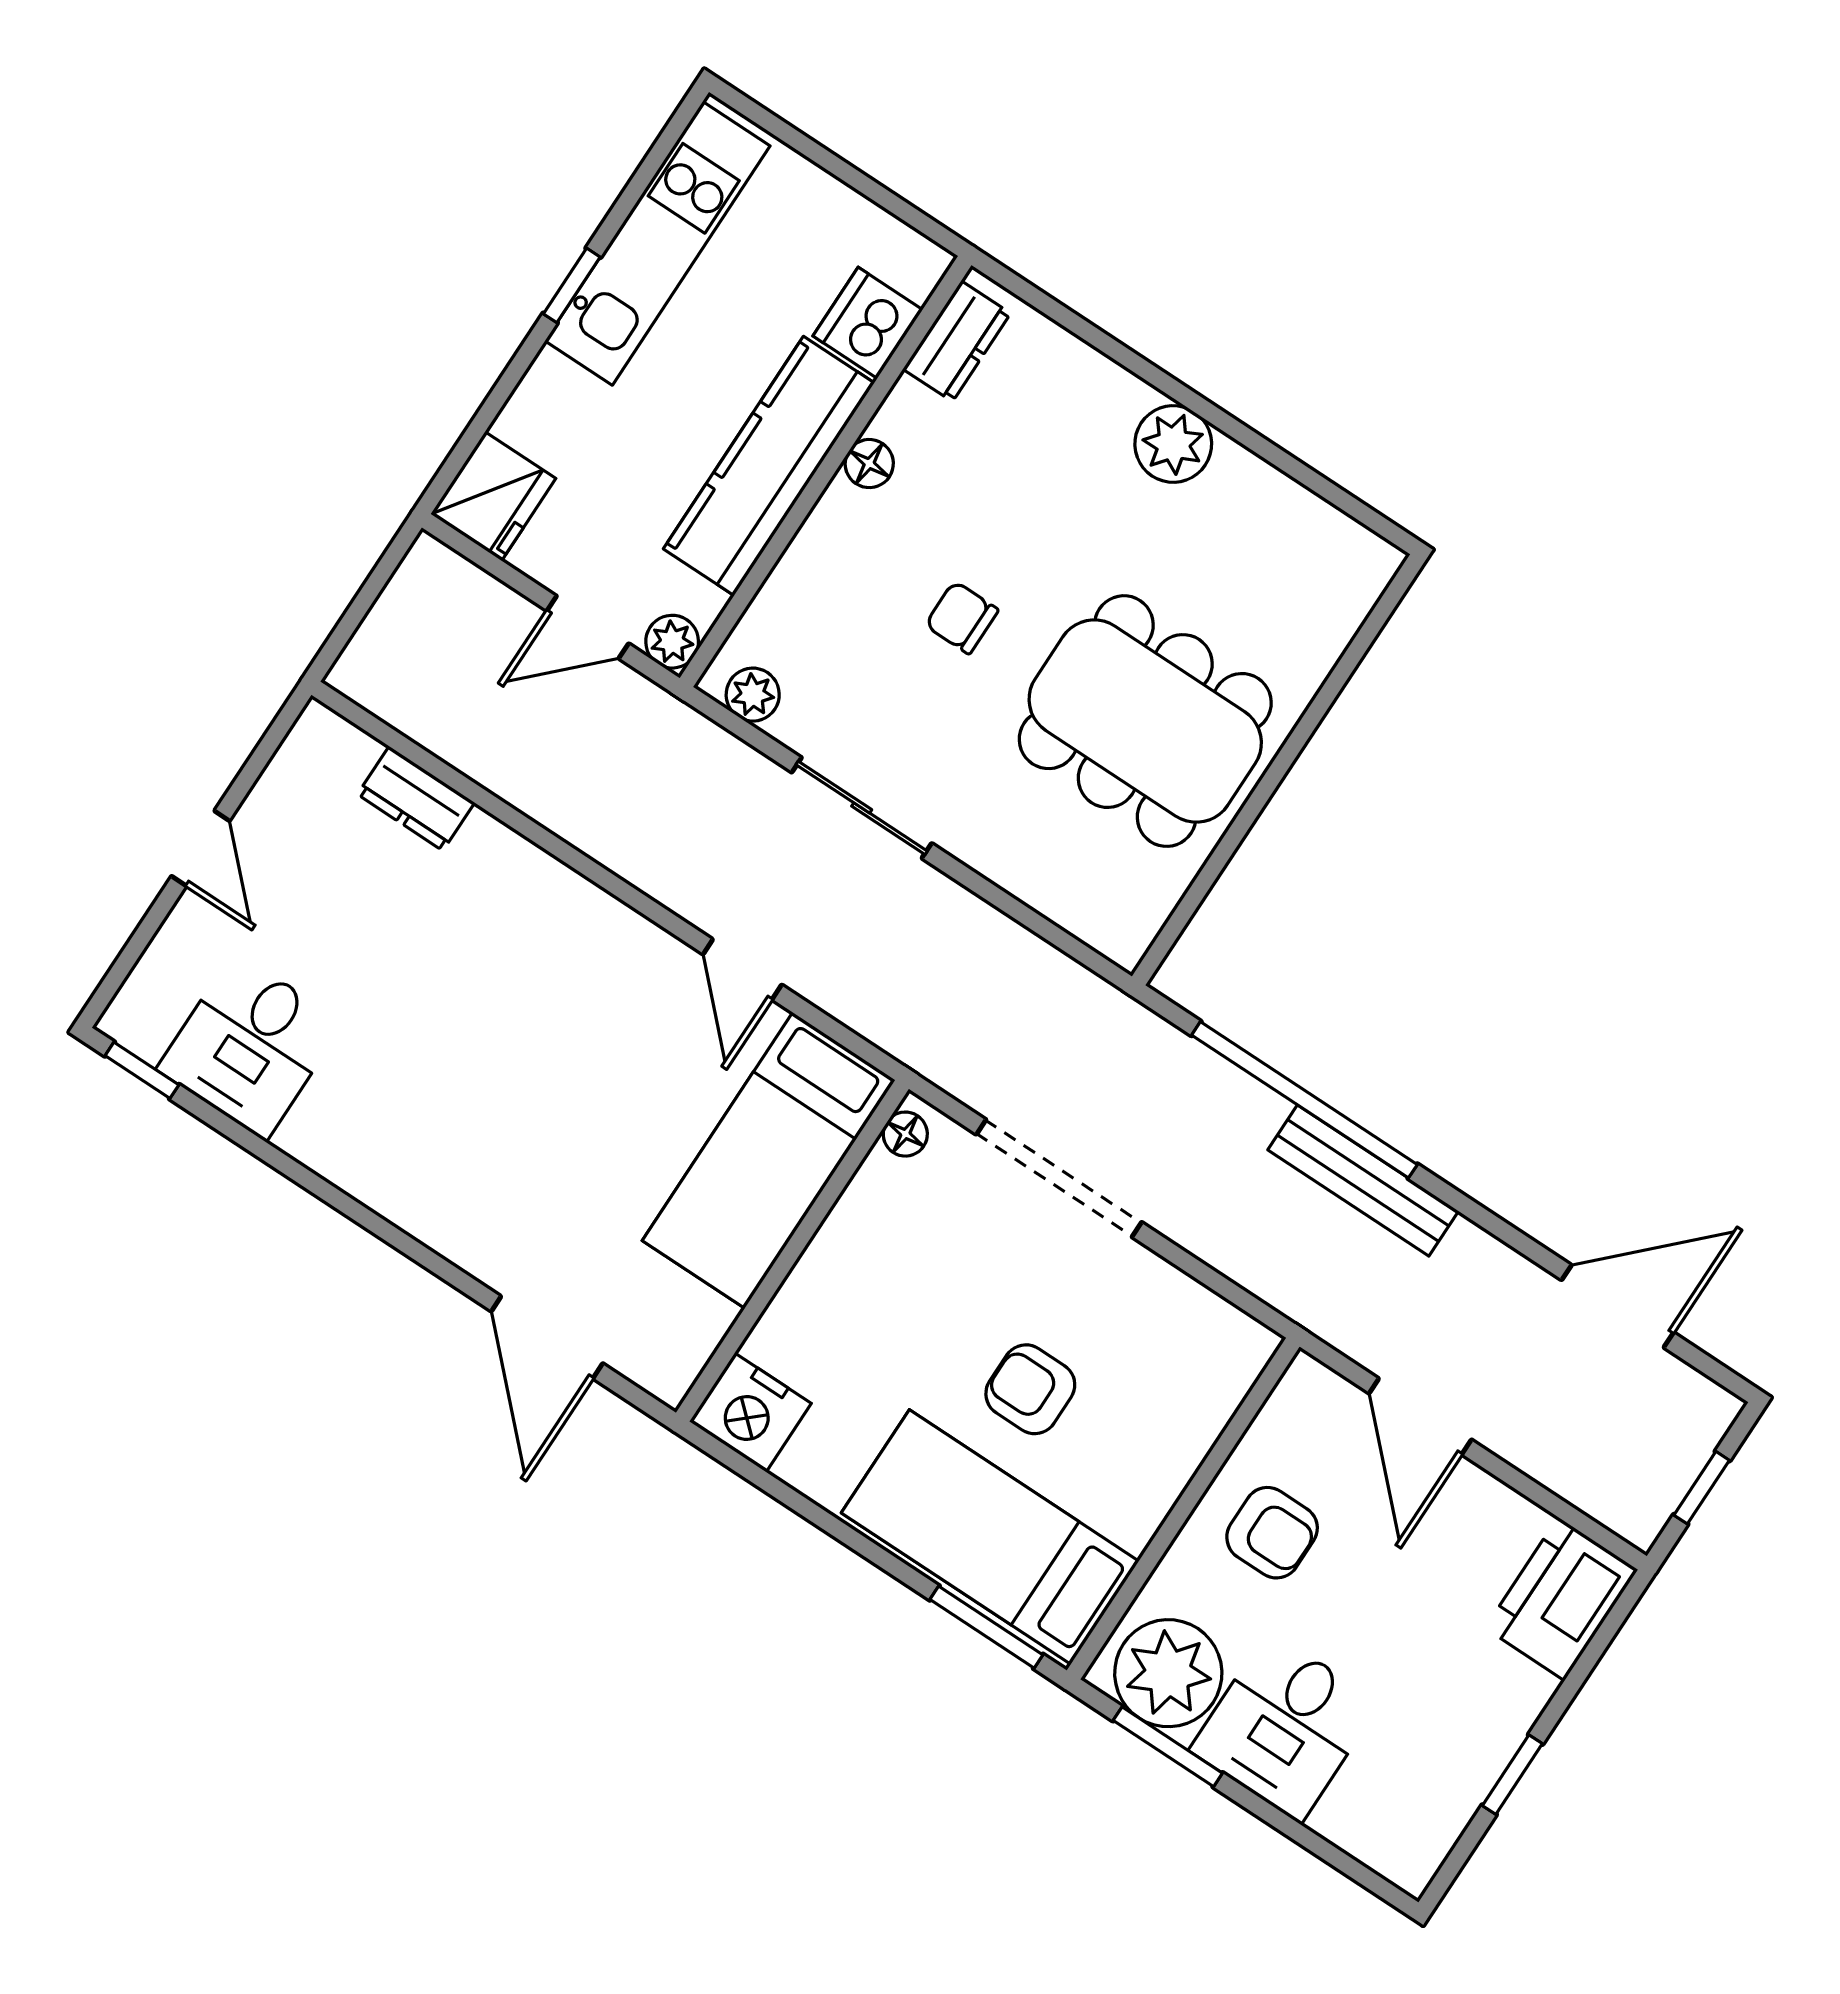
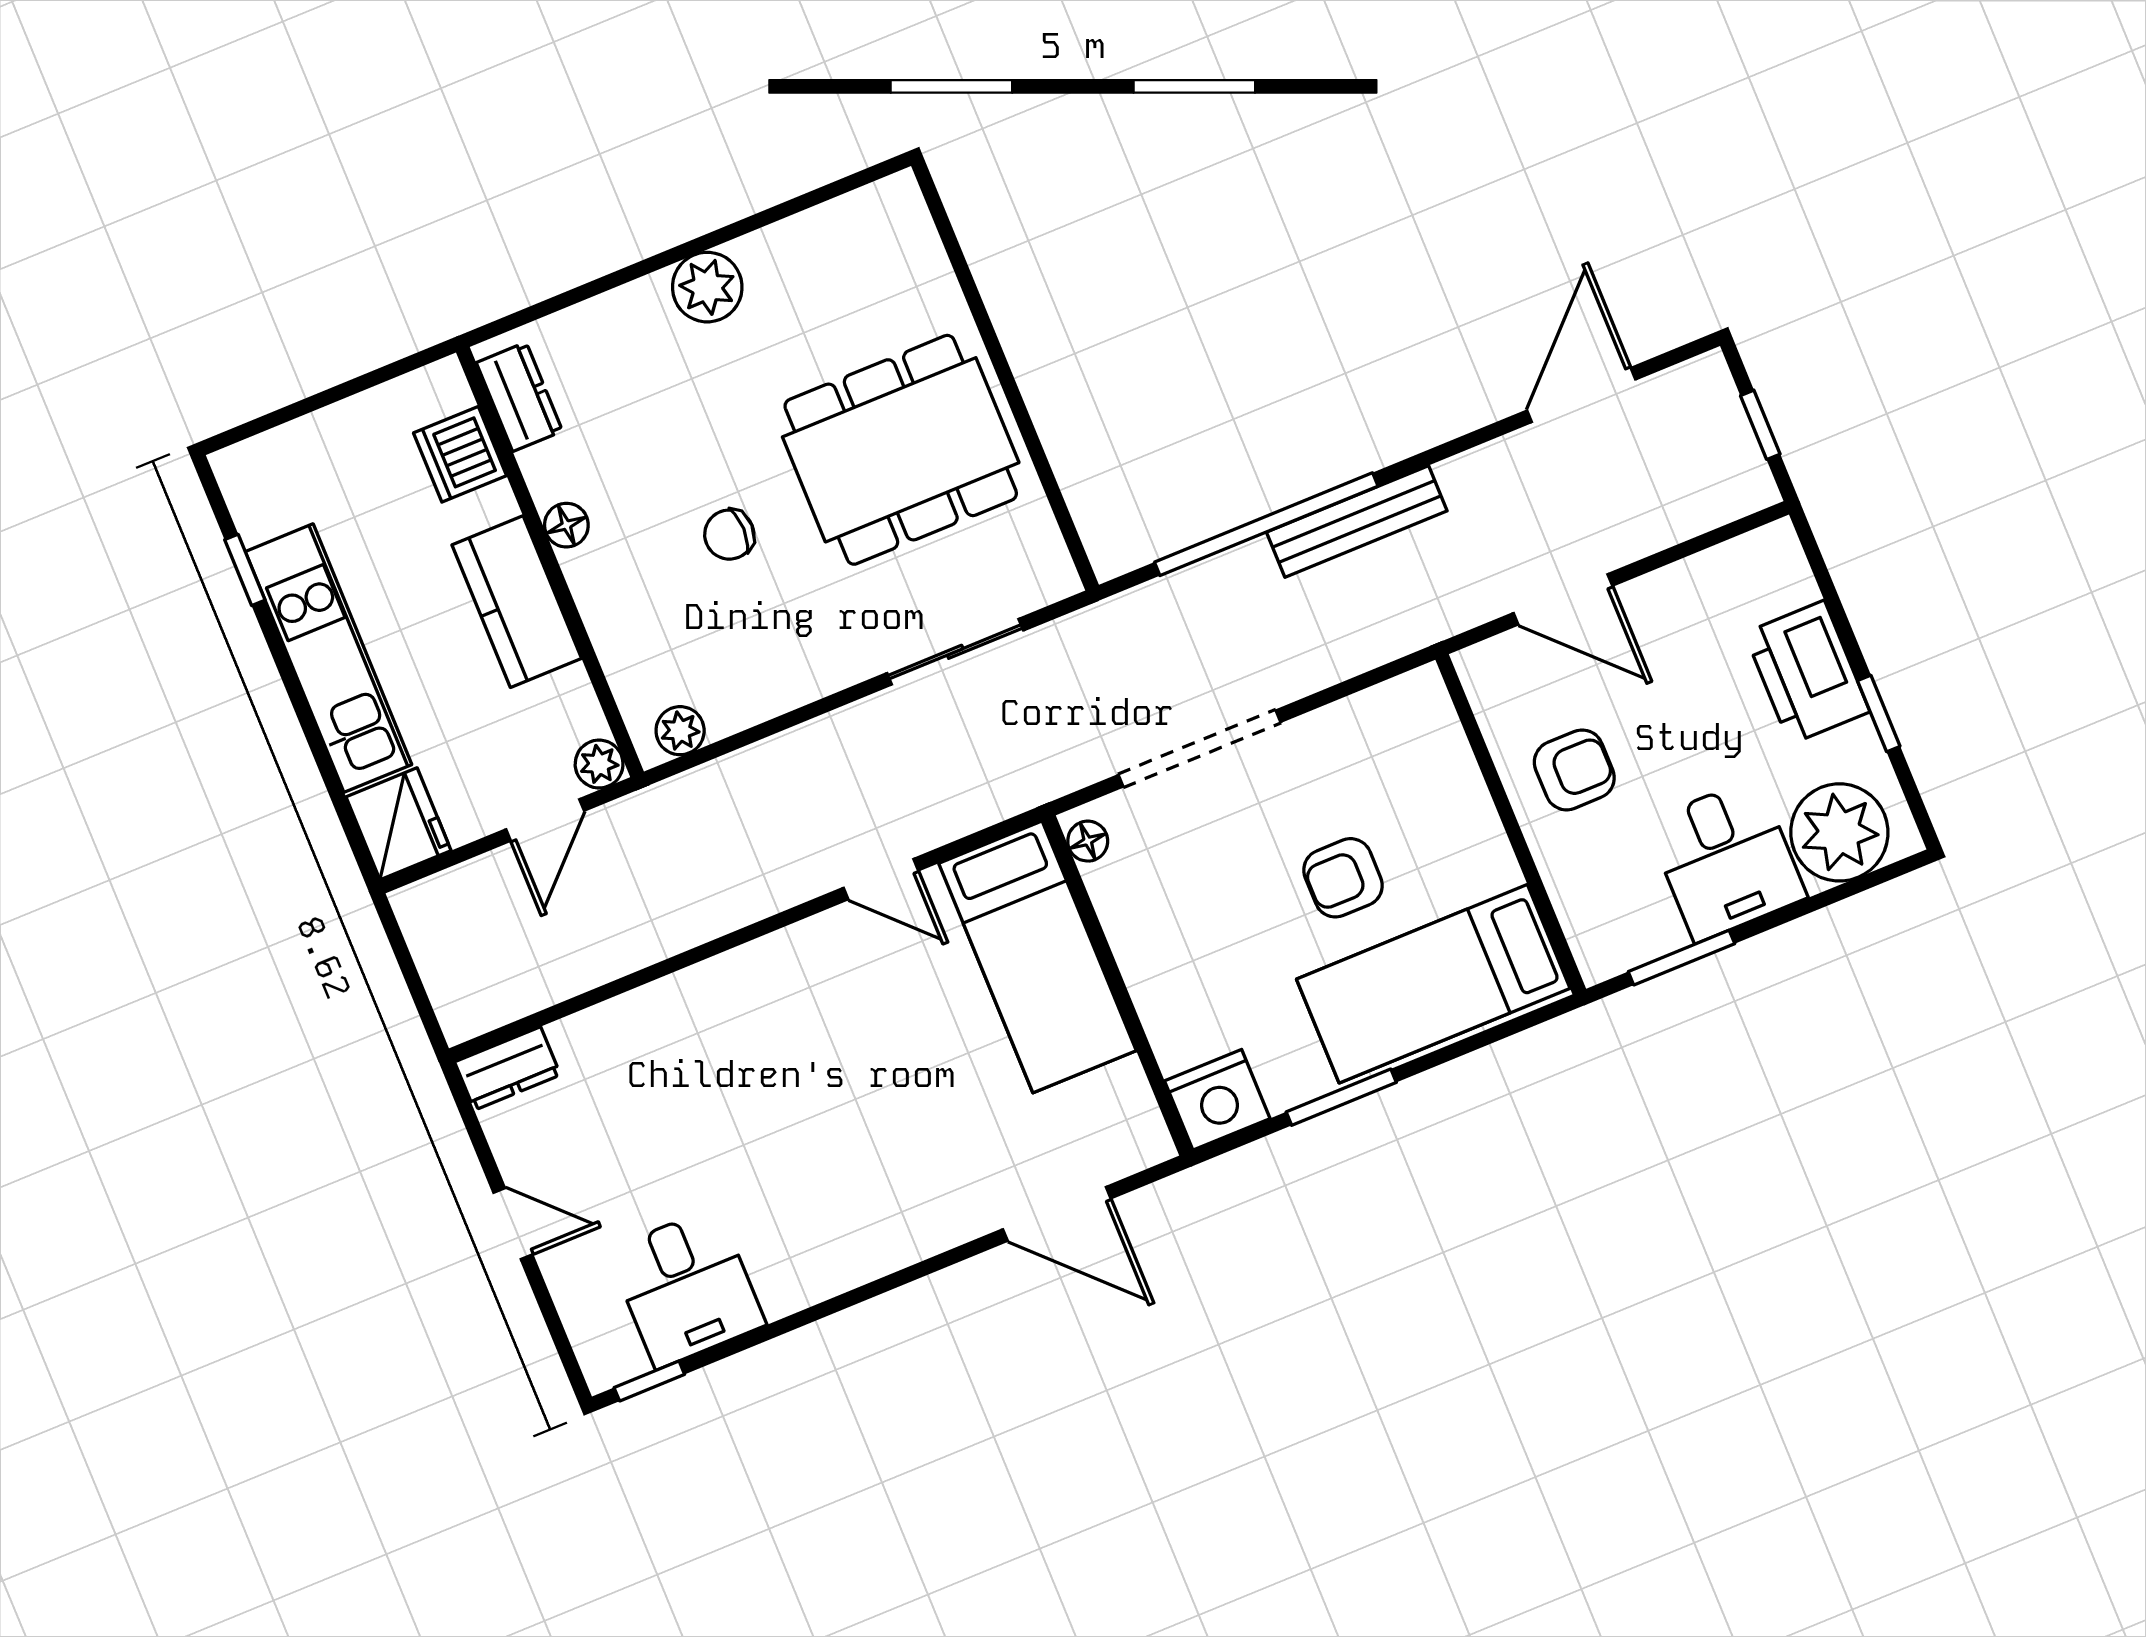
kitchen unit: (657, 243) -> (329, 658), moved
window: (572, 285) -> (245, 570), moved
kitchen counter: (769, 466) -> (517, 602), width x0.67
dresser: (416, 799) -> (508, 1068), moved
sliding door: (862, 808) -> (955, 652), moved
printer: (1561, 1599) -> (1807, 672), moved
window: (986, 1627) -> (1341, 1097), moved
plant: (1168, 1673) -> (1839, 832), moved

